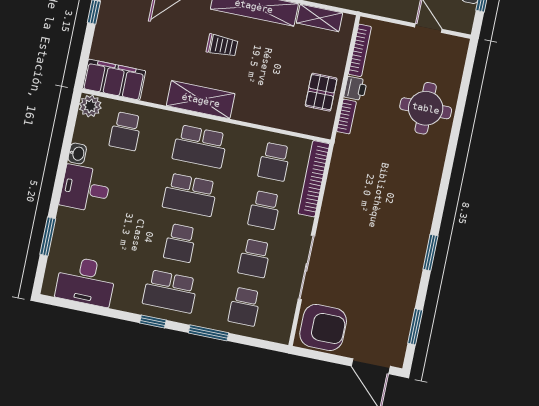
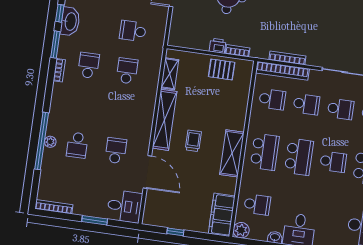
bookcase: (360, 50) -> (287, 58), moved

